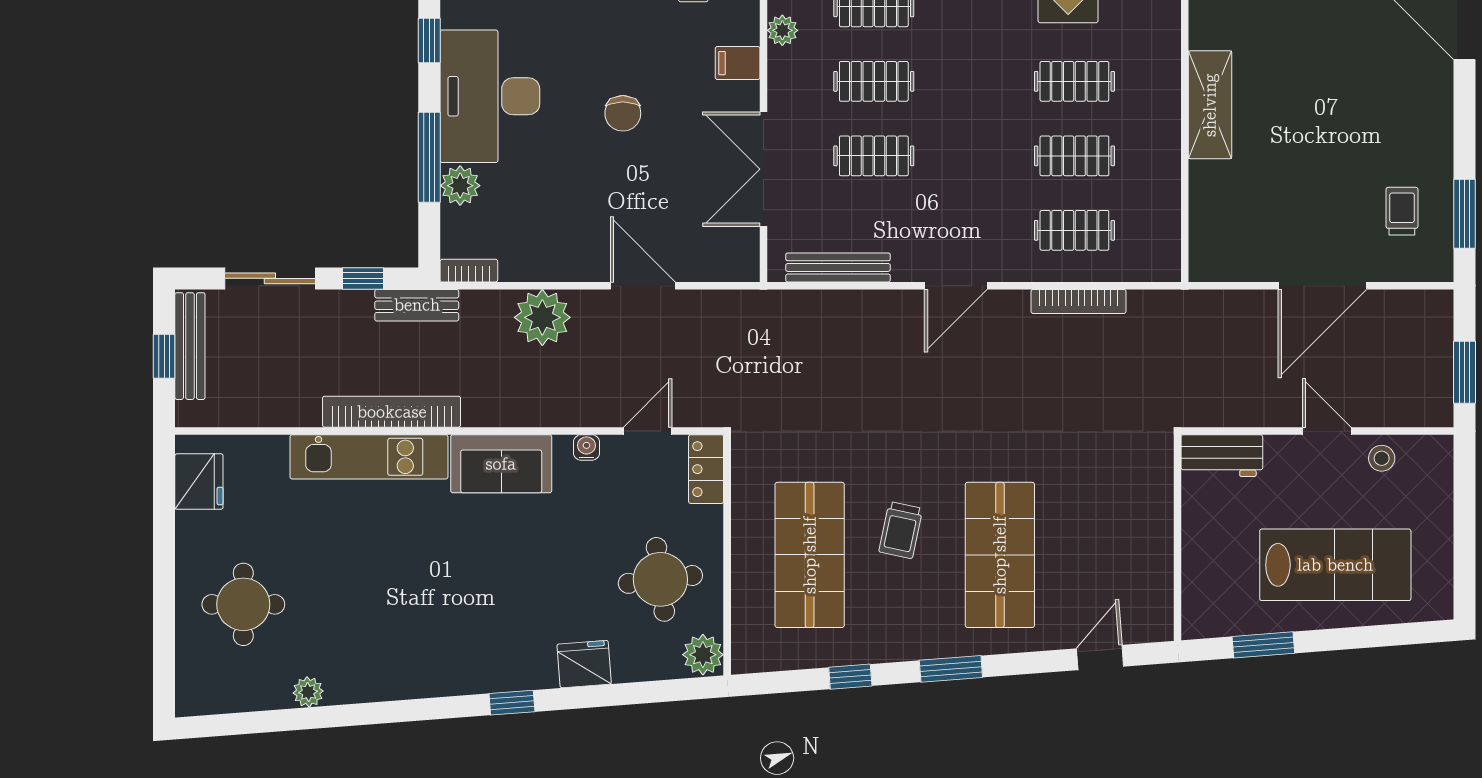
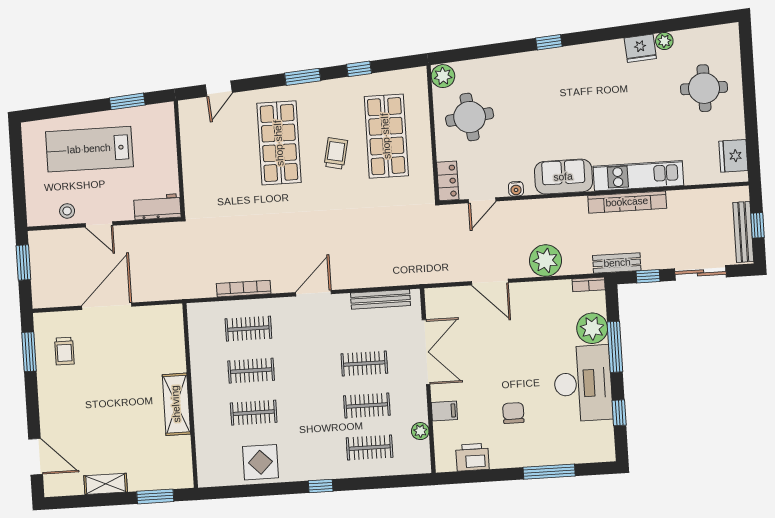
chair: (623, 113) -> (513, 413), moved
plant: (460, 186) -> (592, 328), width x1.36, depth x1.36
fridge: (584, 664) -> (640, 48), moved

